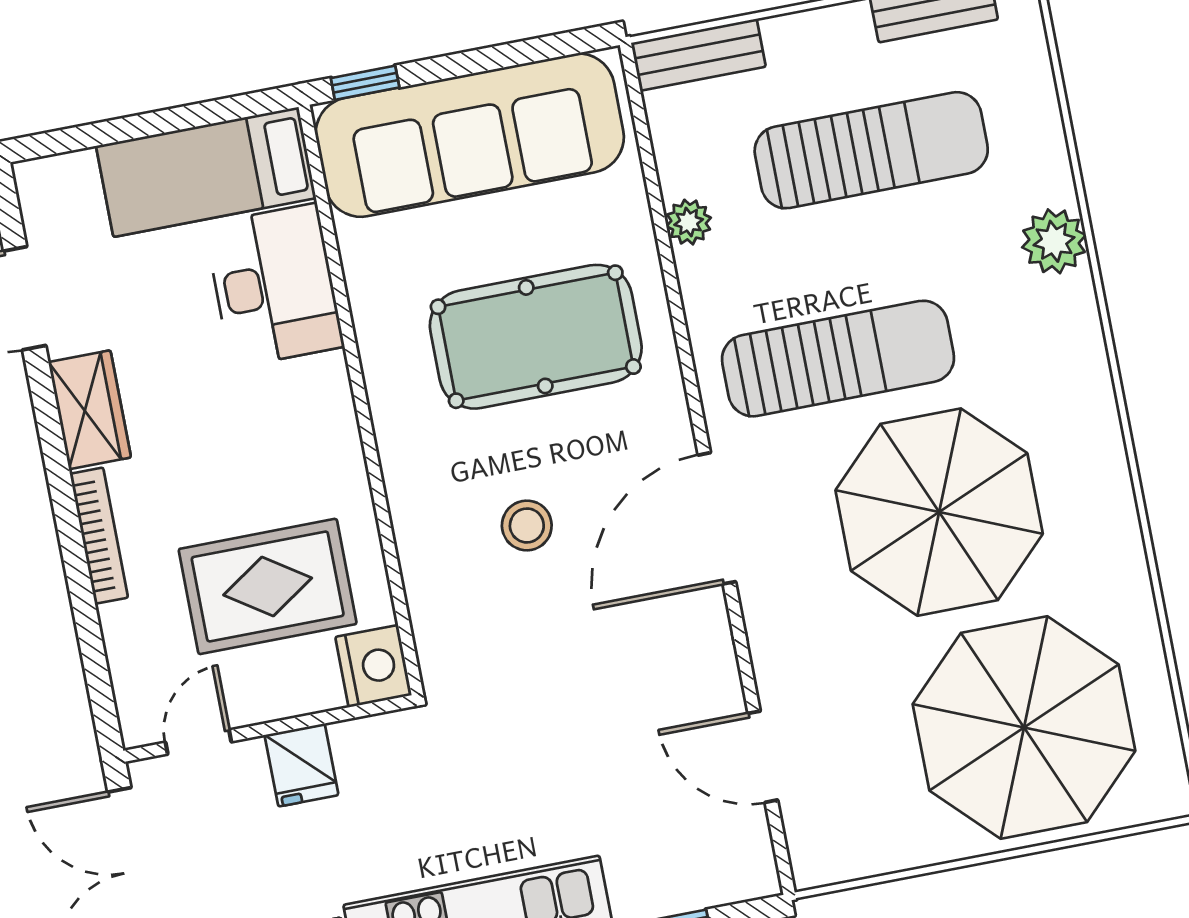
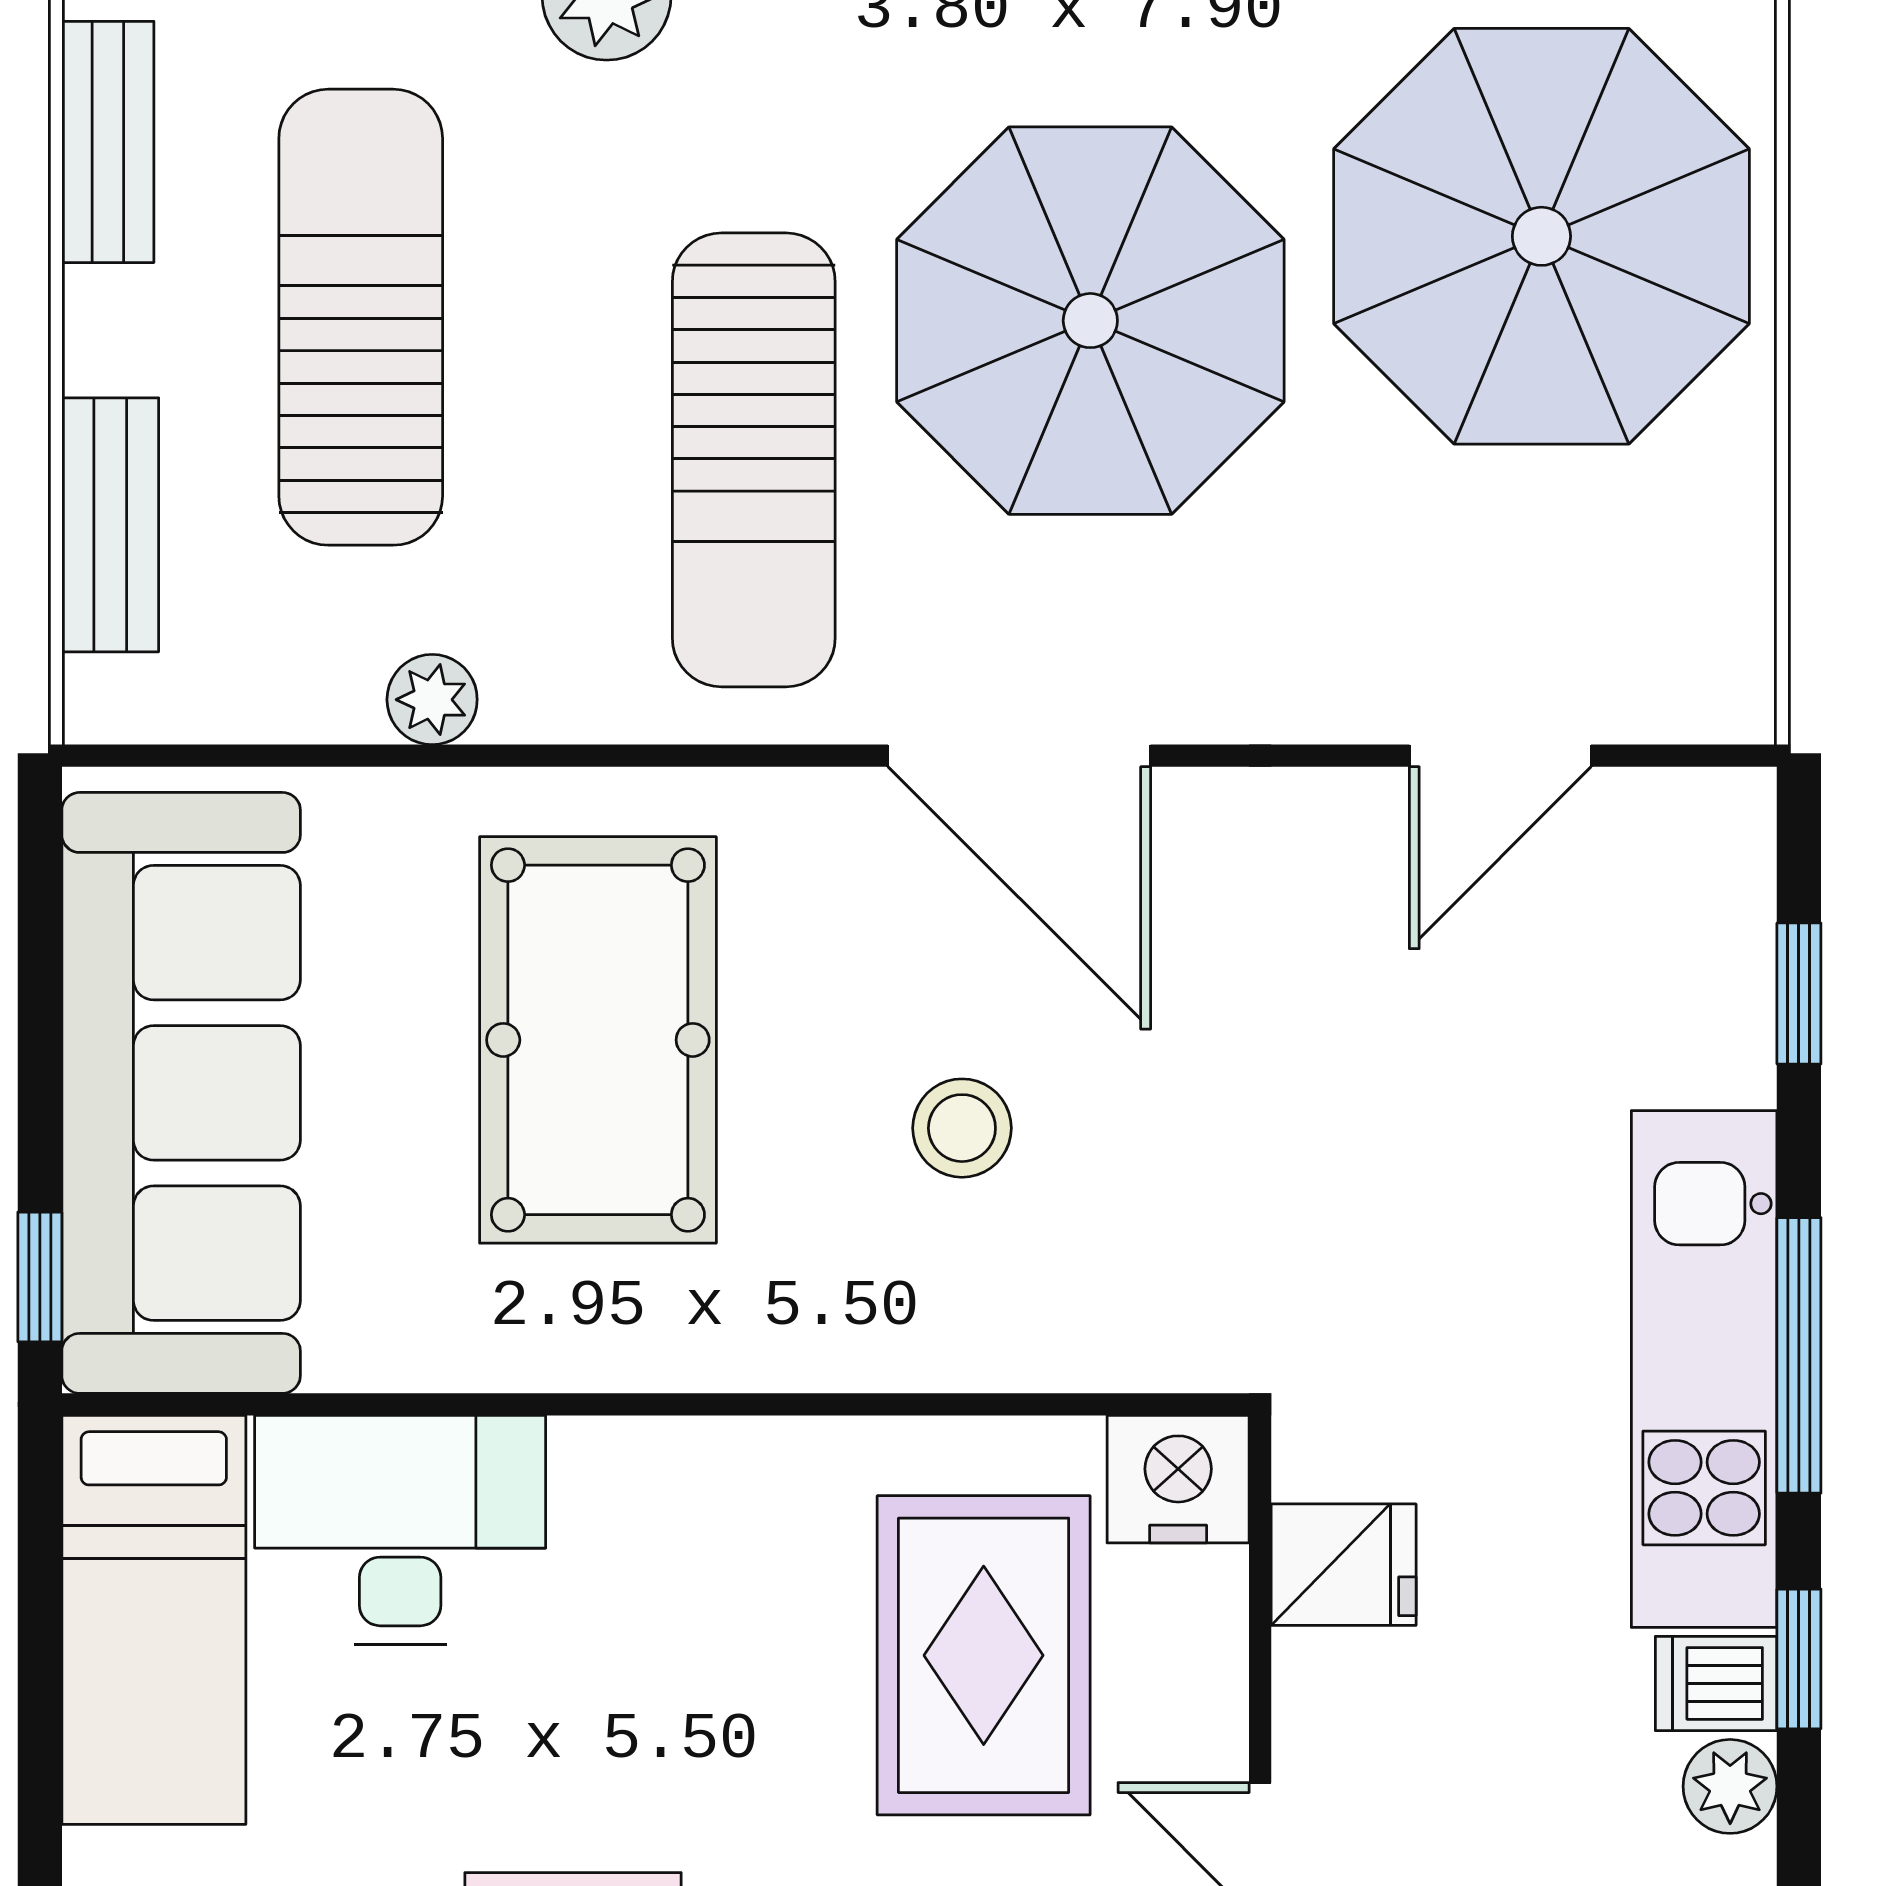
bench: (698, 55) -> (110, 525), moved
sun lounger: (838, 359) -> (754, 460), turned 180
fridge: (301, 765) -> (1344, 1565), moved

